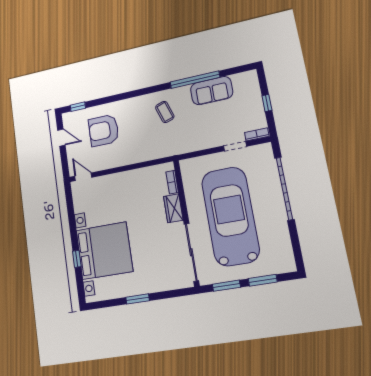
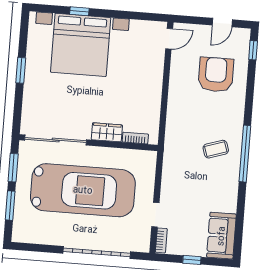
window: (195, 80) -> (245, 154), moved
sofa: (212, 91) -> (221, 236), moved

